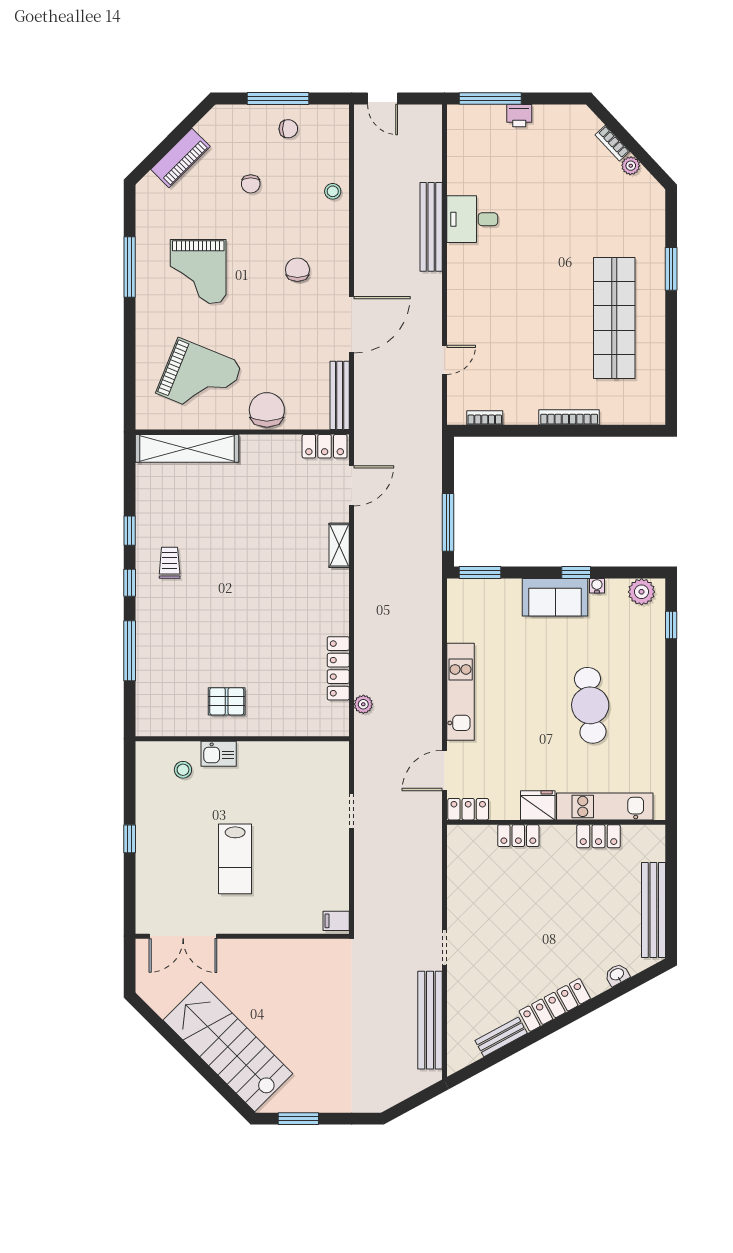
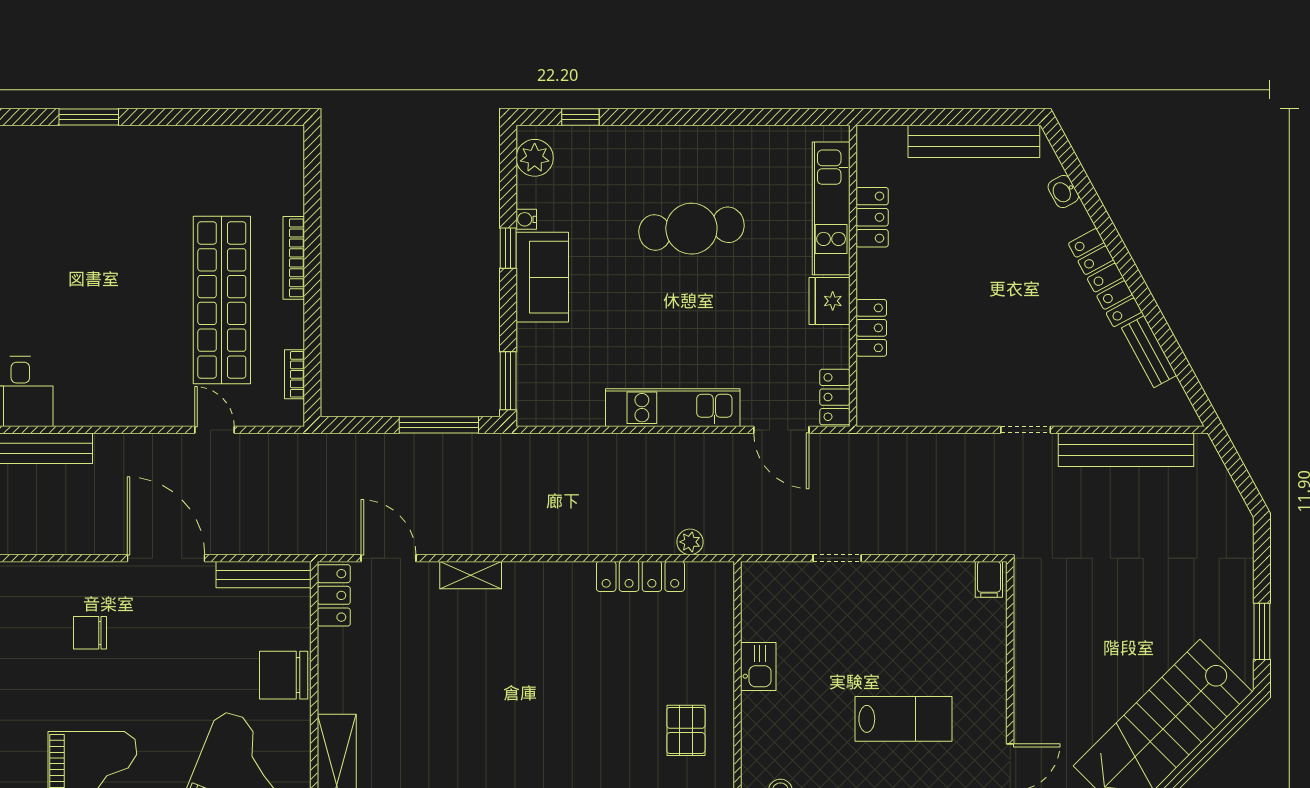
shop shelf: (614, 318) -> (222, 300), moved, turned 90
kitchen sink: (219, 754) -> (758, 667), moved

